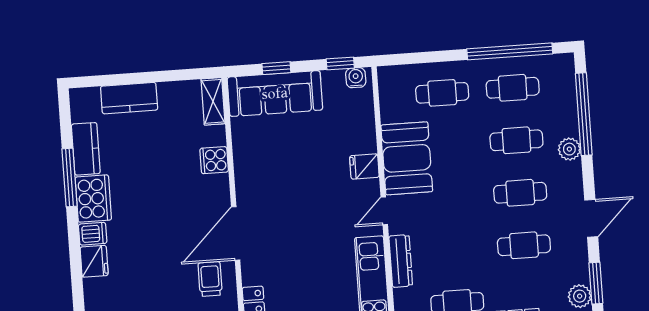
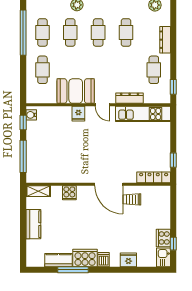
window: (276, 68) -> (23, 156), width x2.17
sofa: (275, 94) -> (36, 158), removed
kitchen counter: (129, 98) -> (33, 224), moved
fridge: (94, 261) -> (128, 260), moved

